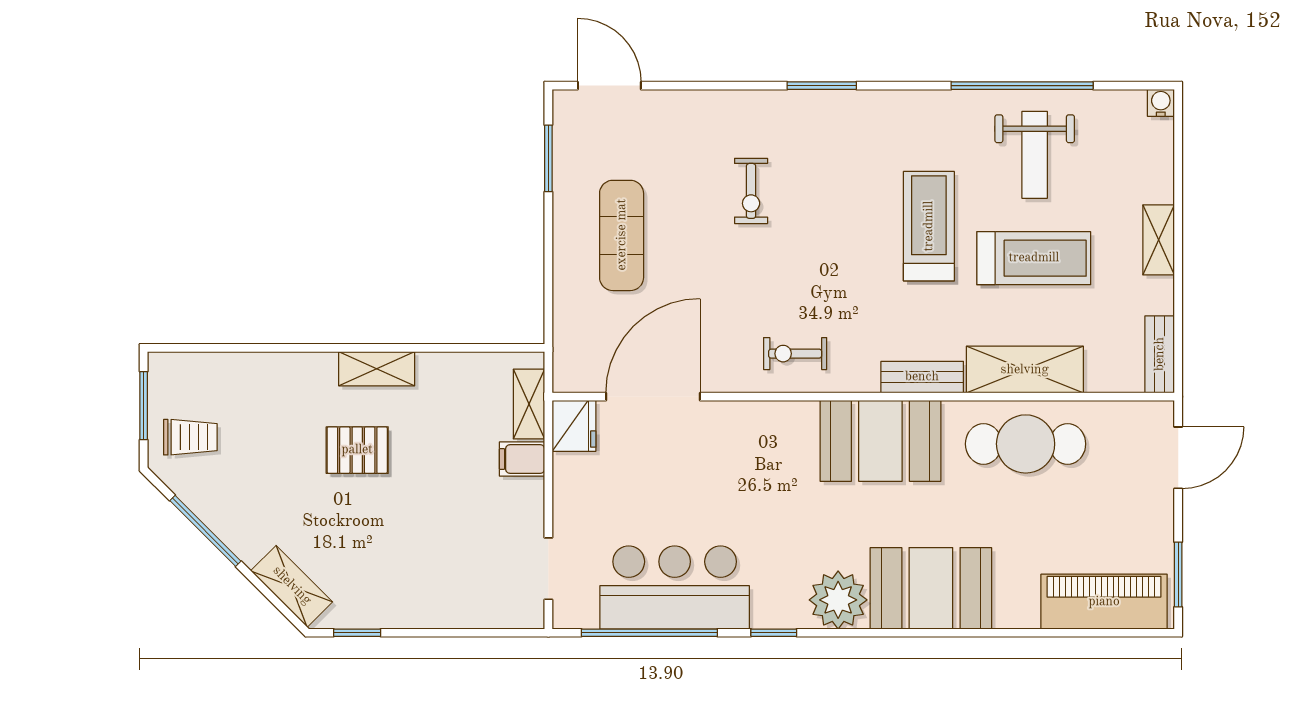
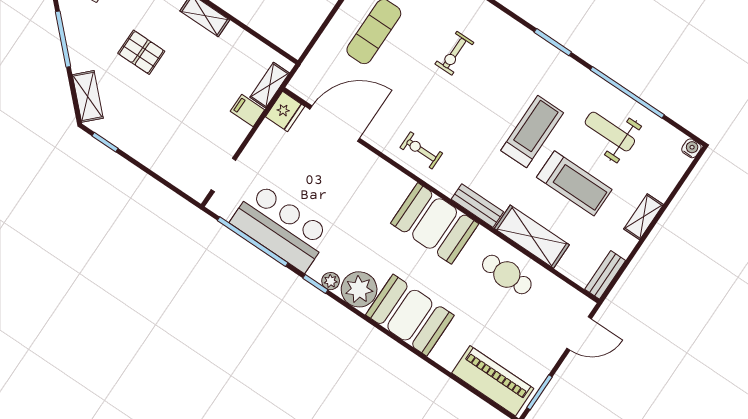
window: (822, 86) -> (553, 42), moved
weight bench: (1035, 155) -> (610, 132), turned 90
cafe table: (1026, 444) -> (507, 274), width x0.73, depth x0.74
pallet: (357, 450) -> (141, 52), moved
plant: (792, 615) -> (331, 281), added

